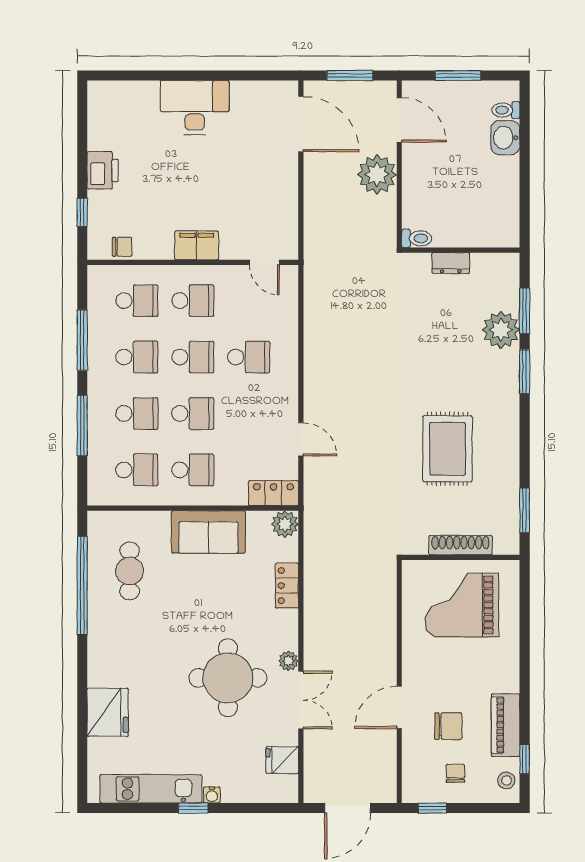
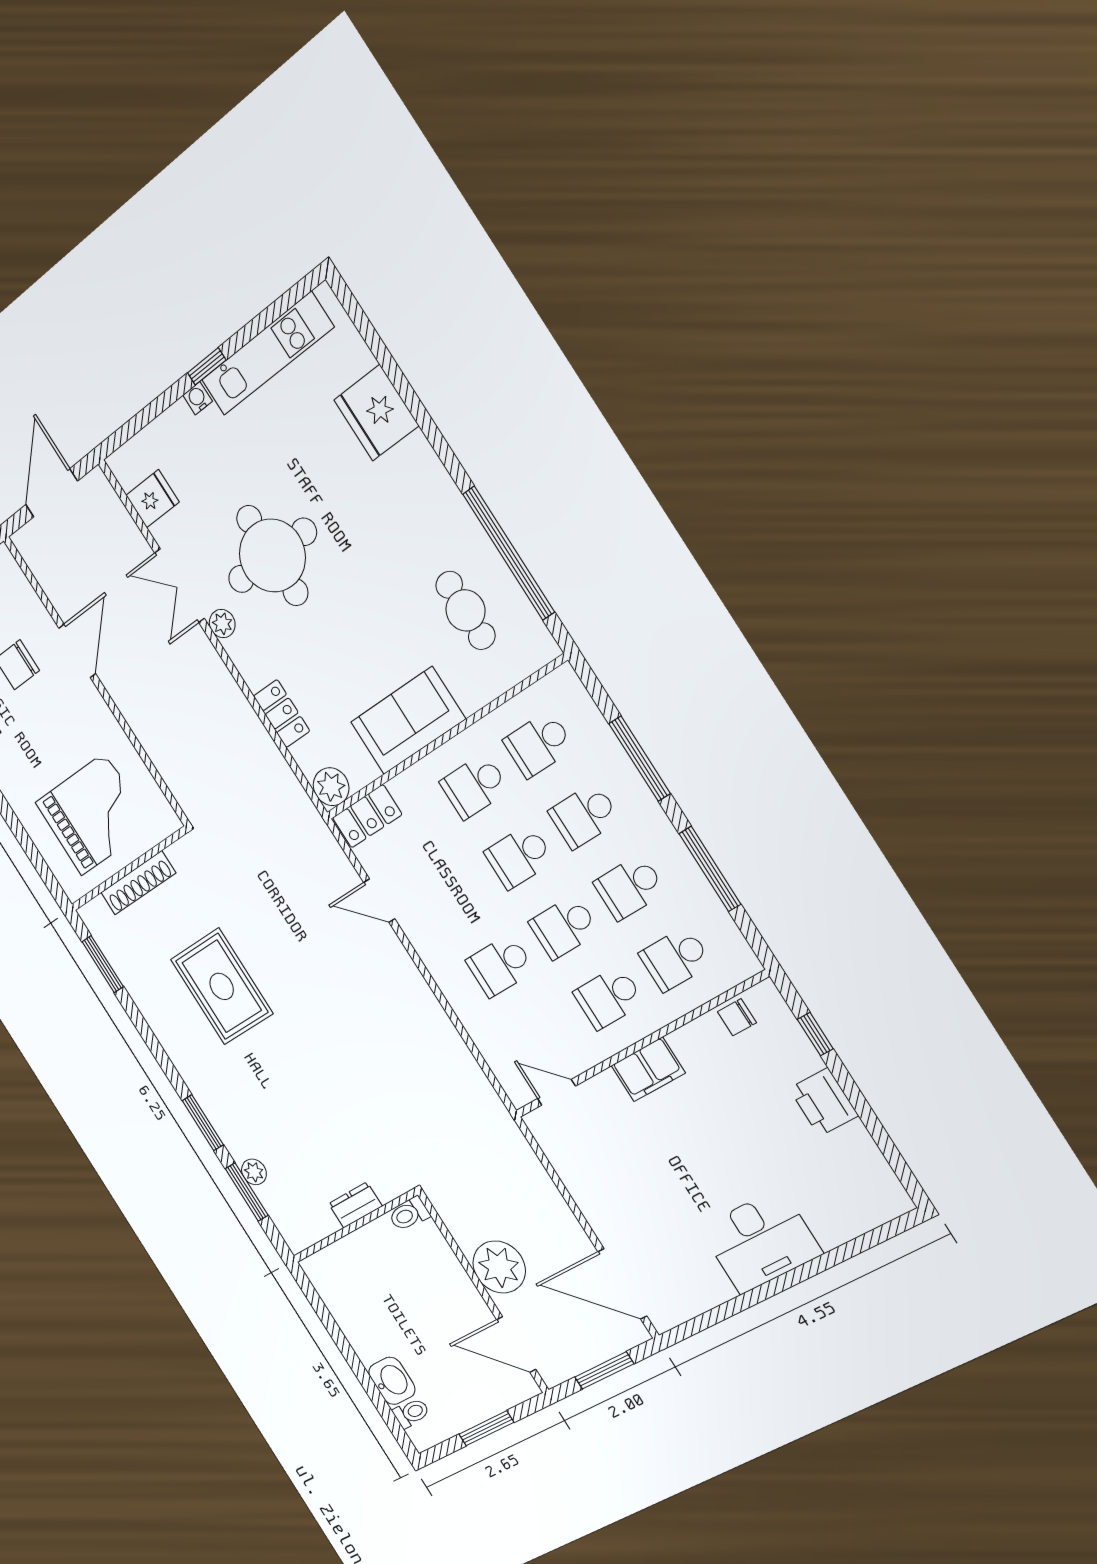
plant: (501, 330) -> (254, 1172), width x0.53, depth x0.53

